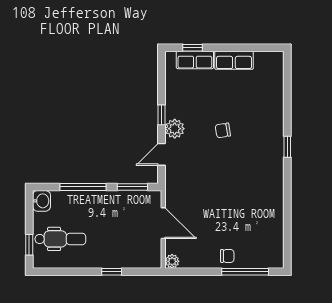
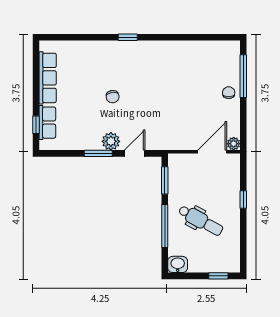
row of seats: (234, 60) -> (48, 78), width x1.48
window: (162, 115) -> (98, 153), width x1.50
door: (162, 154) -> (135, 153), swing flipped
door: (163, 223) -> (212, 152), moved
dental chair: (60, 239) -> (201, 220), moved, turned 119

